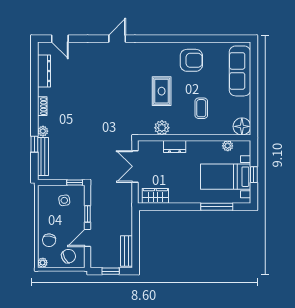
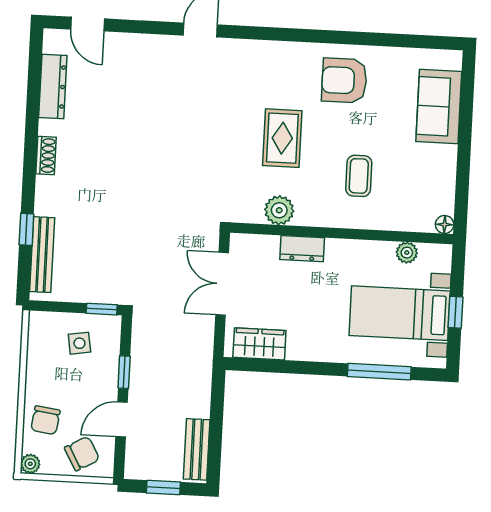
armchair: (191, 60) -> (344, 80), turned 180
sofa: (240, 71) -> (439, 107), width x0.73
floor lamp: (242, 126) -> (445, 224), width x0.53, depth x0.53
plant: (43, 131) -> (44, 205), removed

